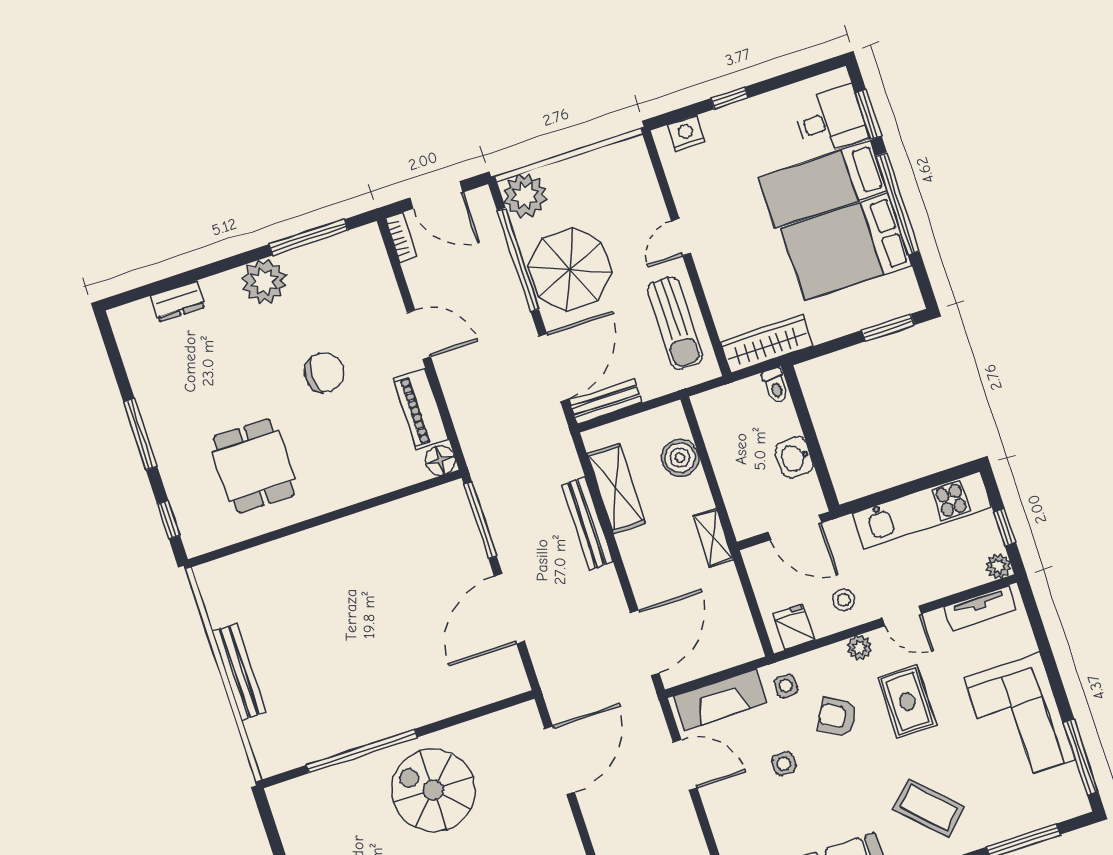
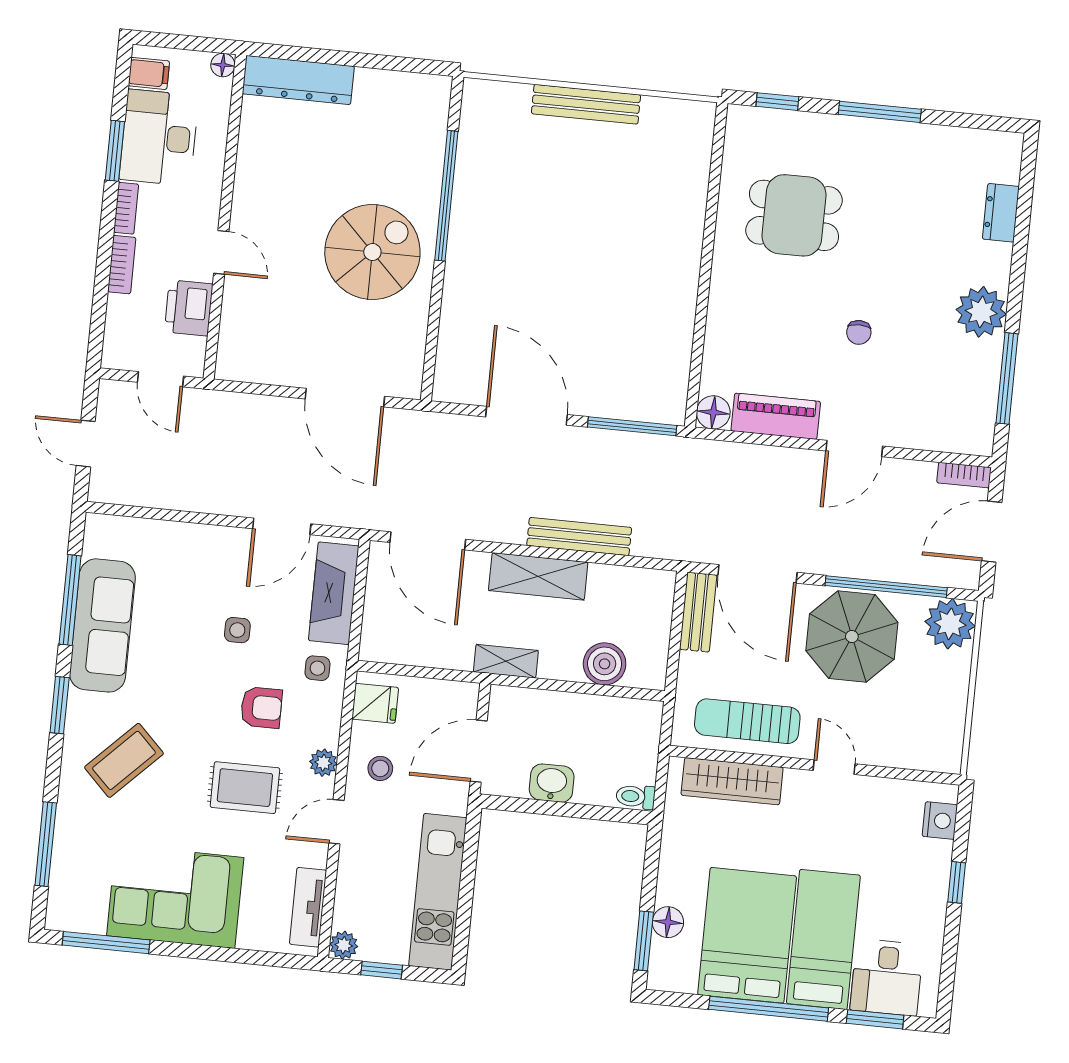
floor lamp: (864, 315) -> (668, 922), added
wardrobe: (767, 344) -> (732, 781), moved, turned 90
chair: (324, 372) -> (859, 332), width x0.54, depth x0.54
shelving: (616, 488) -> (538, 576), moved
armchair: (837, 717) -> (261, 707), turned 61

